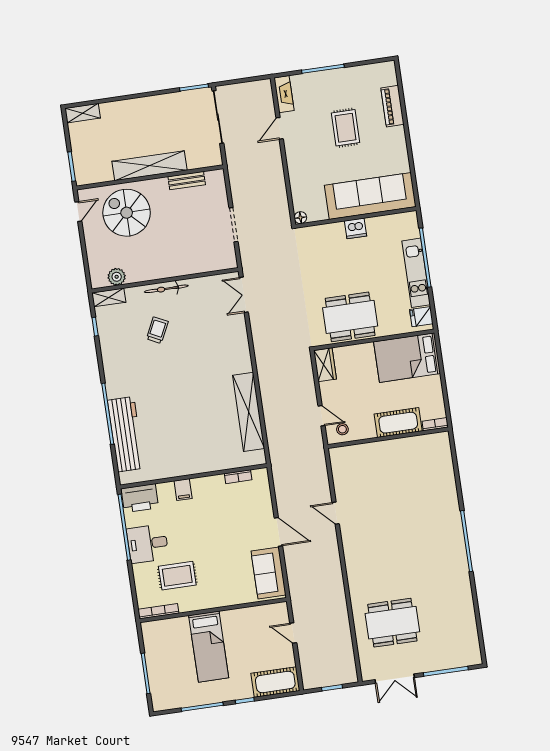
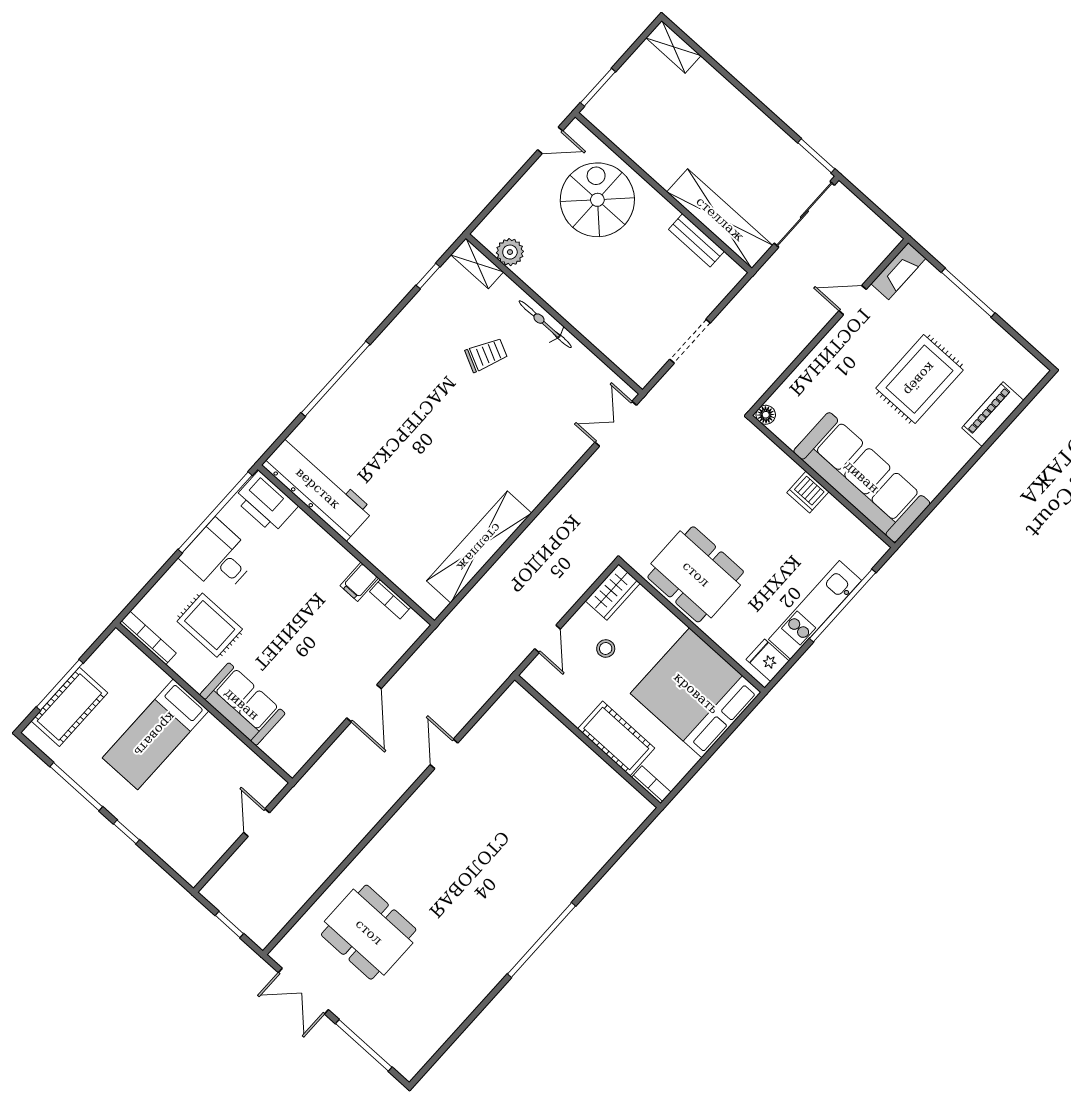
rug: (345, 128) -> (919, 379), width x1.36, depth x1.43
shelving: (149, 166) -> (720, 219), moved
bed: (407, 358) -> (696, 693), width x1.36
stool: (342, 429) -> (606, 648), moved
workbench: (126, 434) -> (318, 488), moved, turned -90
filing cabinet: (183, 490) -> (359, 582), moved
sofa: (268, 573) -> (242, 704), moved, turned 90
cot: (275, 682) -> (69, 707), moved, turned 90

